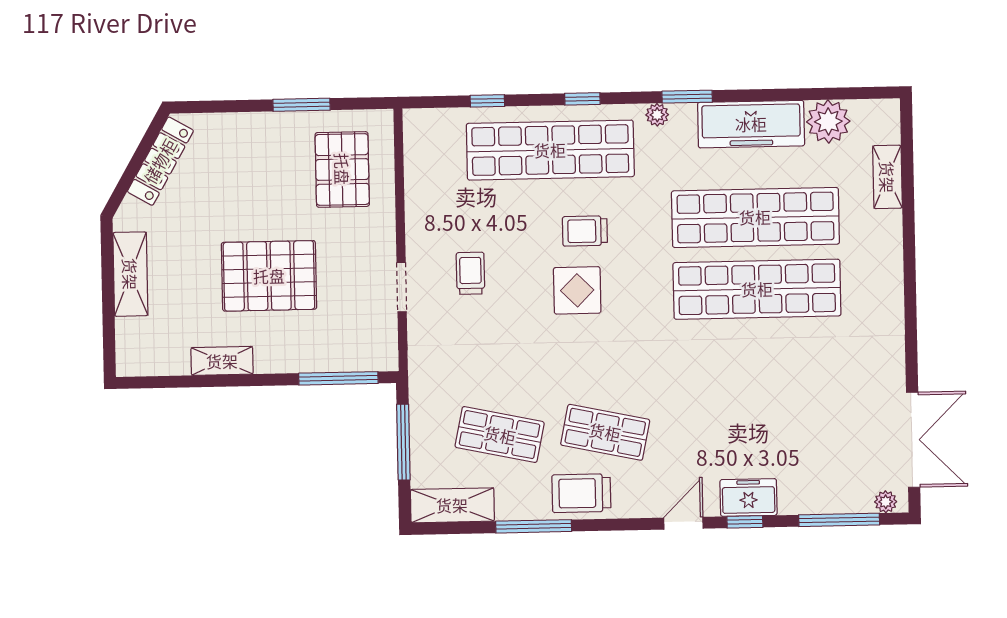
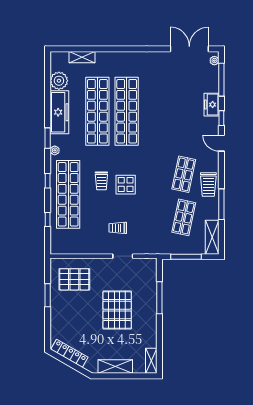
shelving: (222, 361) -> (151, 361), moved
window: (338, 378) -> (159, 298), moved
freezer: (748, 497) -> (211, 105), moved

